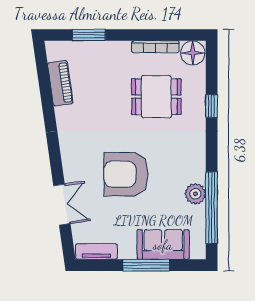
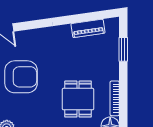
armchair: (126, 174) -> (21, 77), turned 90

